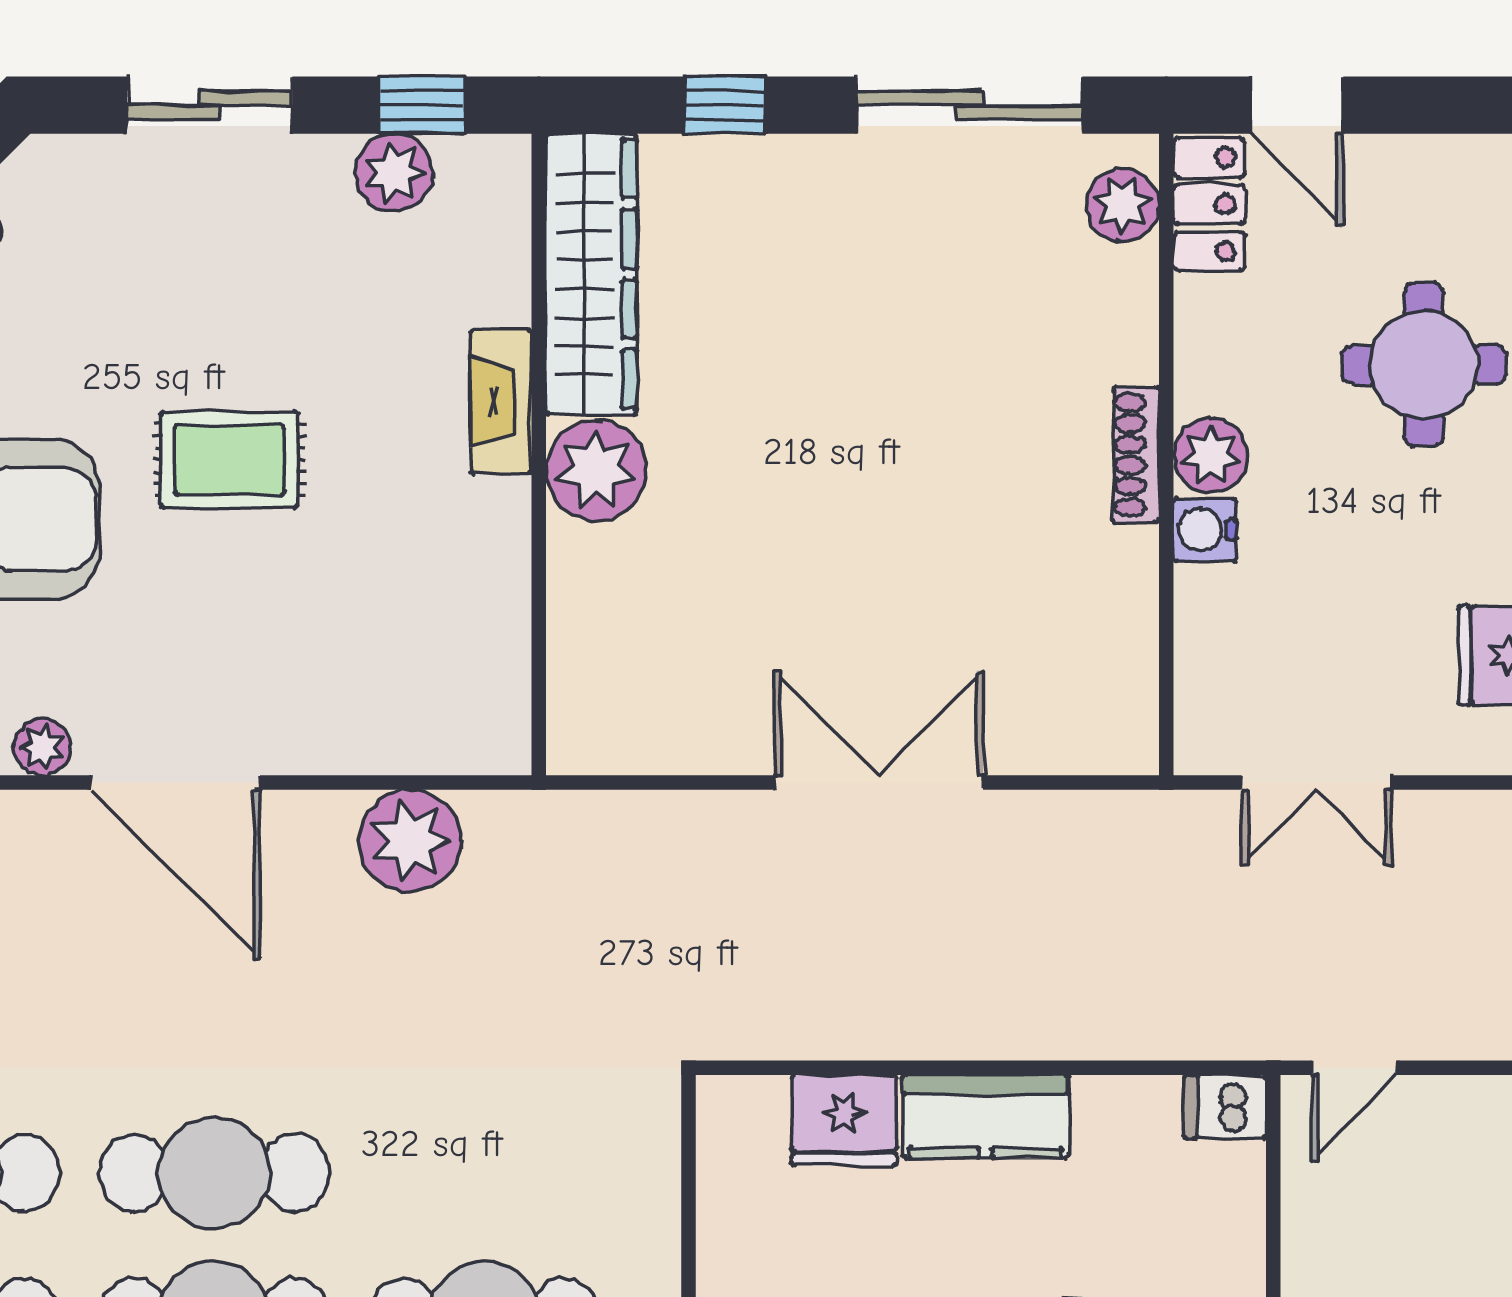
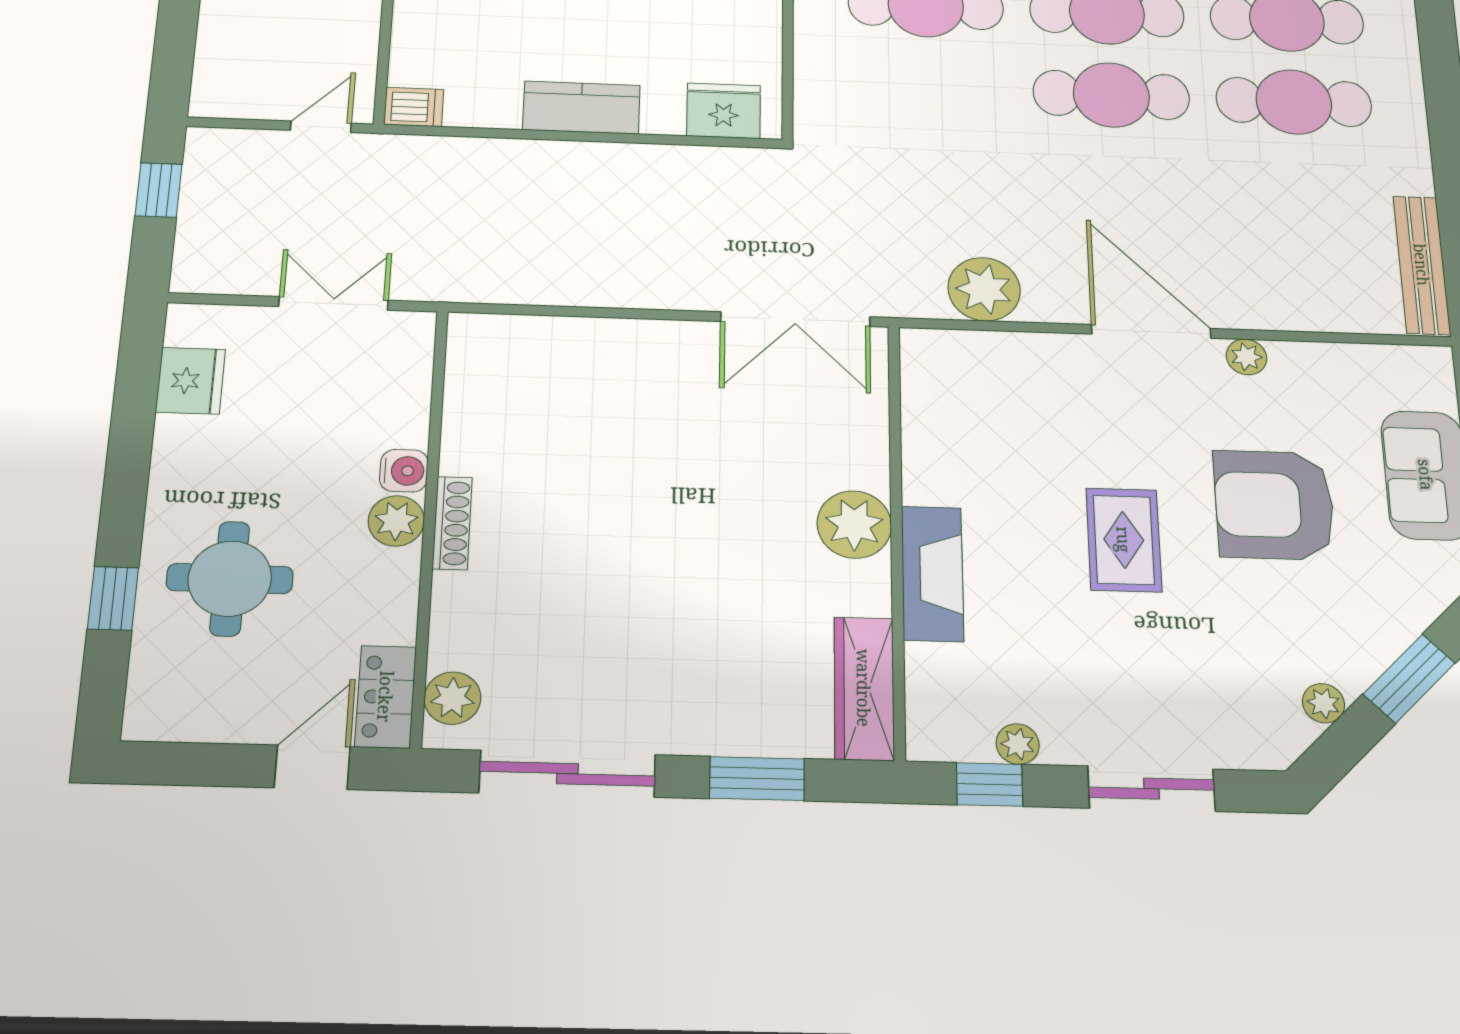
window: (725, 105) -> (757, 779), width x1.50
door: (1297, 105) -> (312, 767), hinge flipped
plant: (394, 173) -> (1018, 744), width x0.73, depth x0.73
wardrobe: (591, 274) -> (864, 688), width x0.71, depth x0.85
fireplace: (501, 402) -> (932, 574), width x1.37, depth x1.32
rug: (229, 460) -> (1124, 540), turned 90
double door: (879, 783) -> (795, 319), moved
fridge: (844, 1120) -> (724, 111), moved

